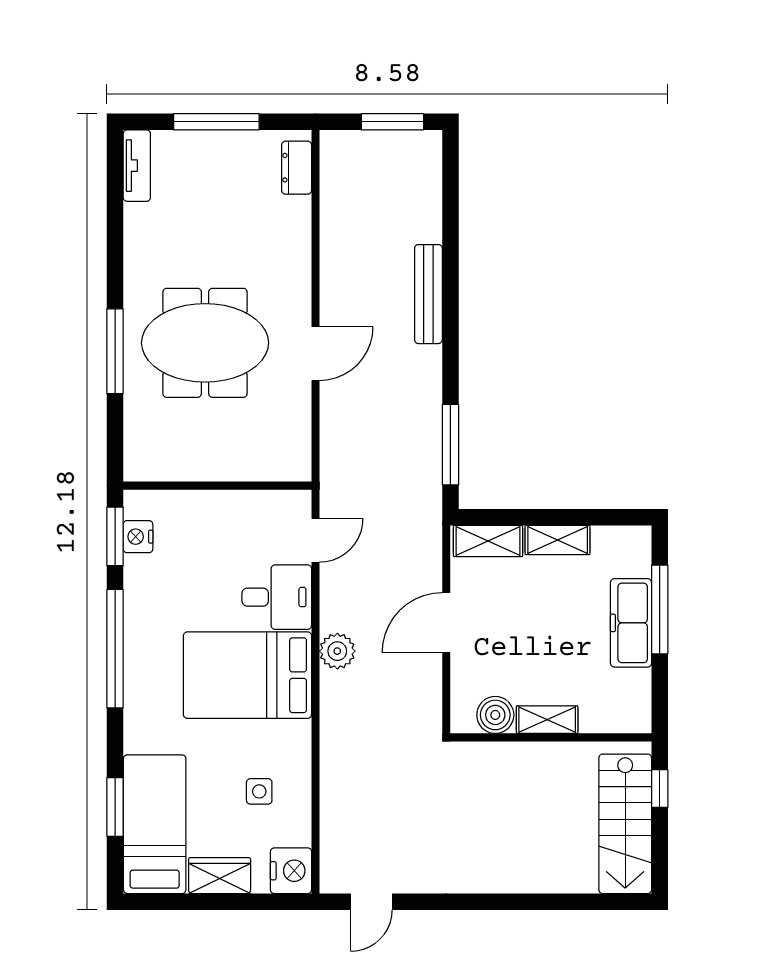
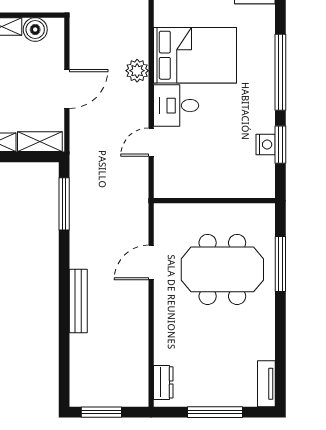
wall: (217, 486) -> (214, 201), moved

